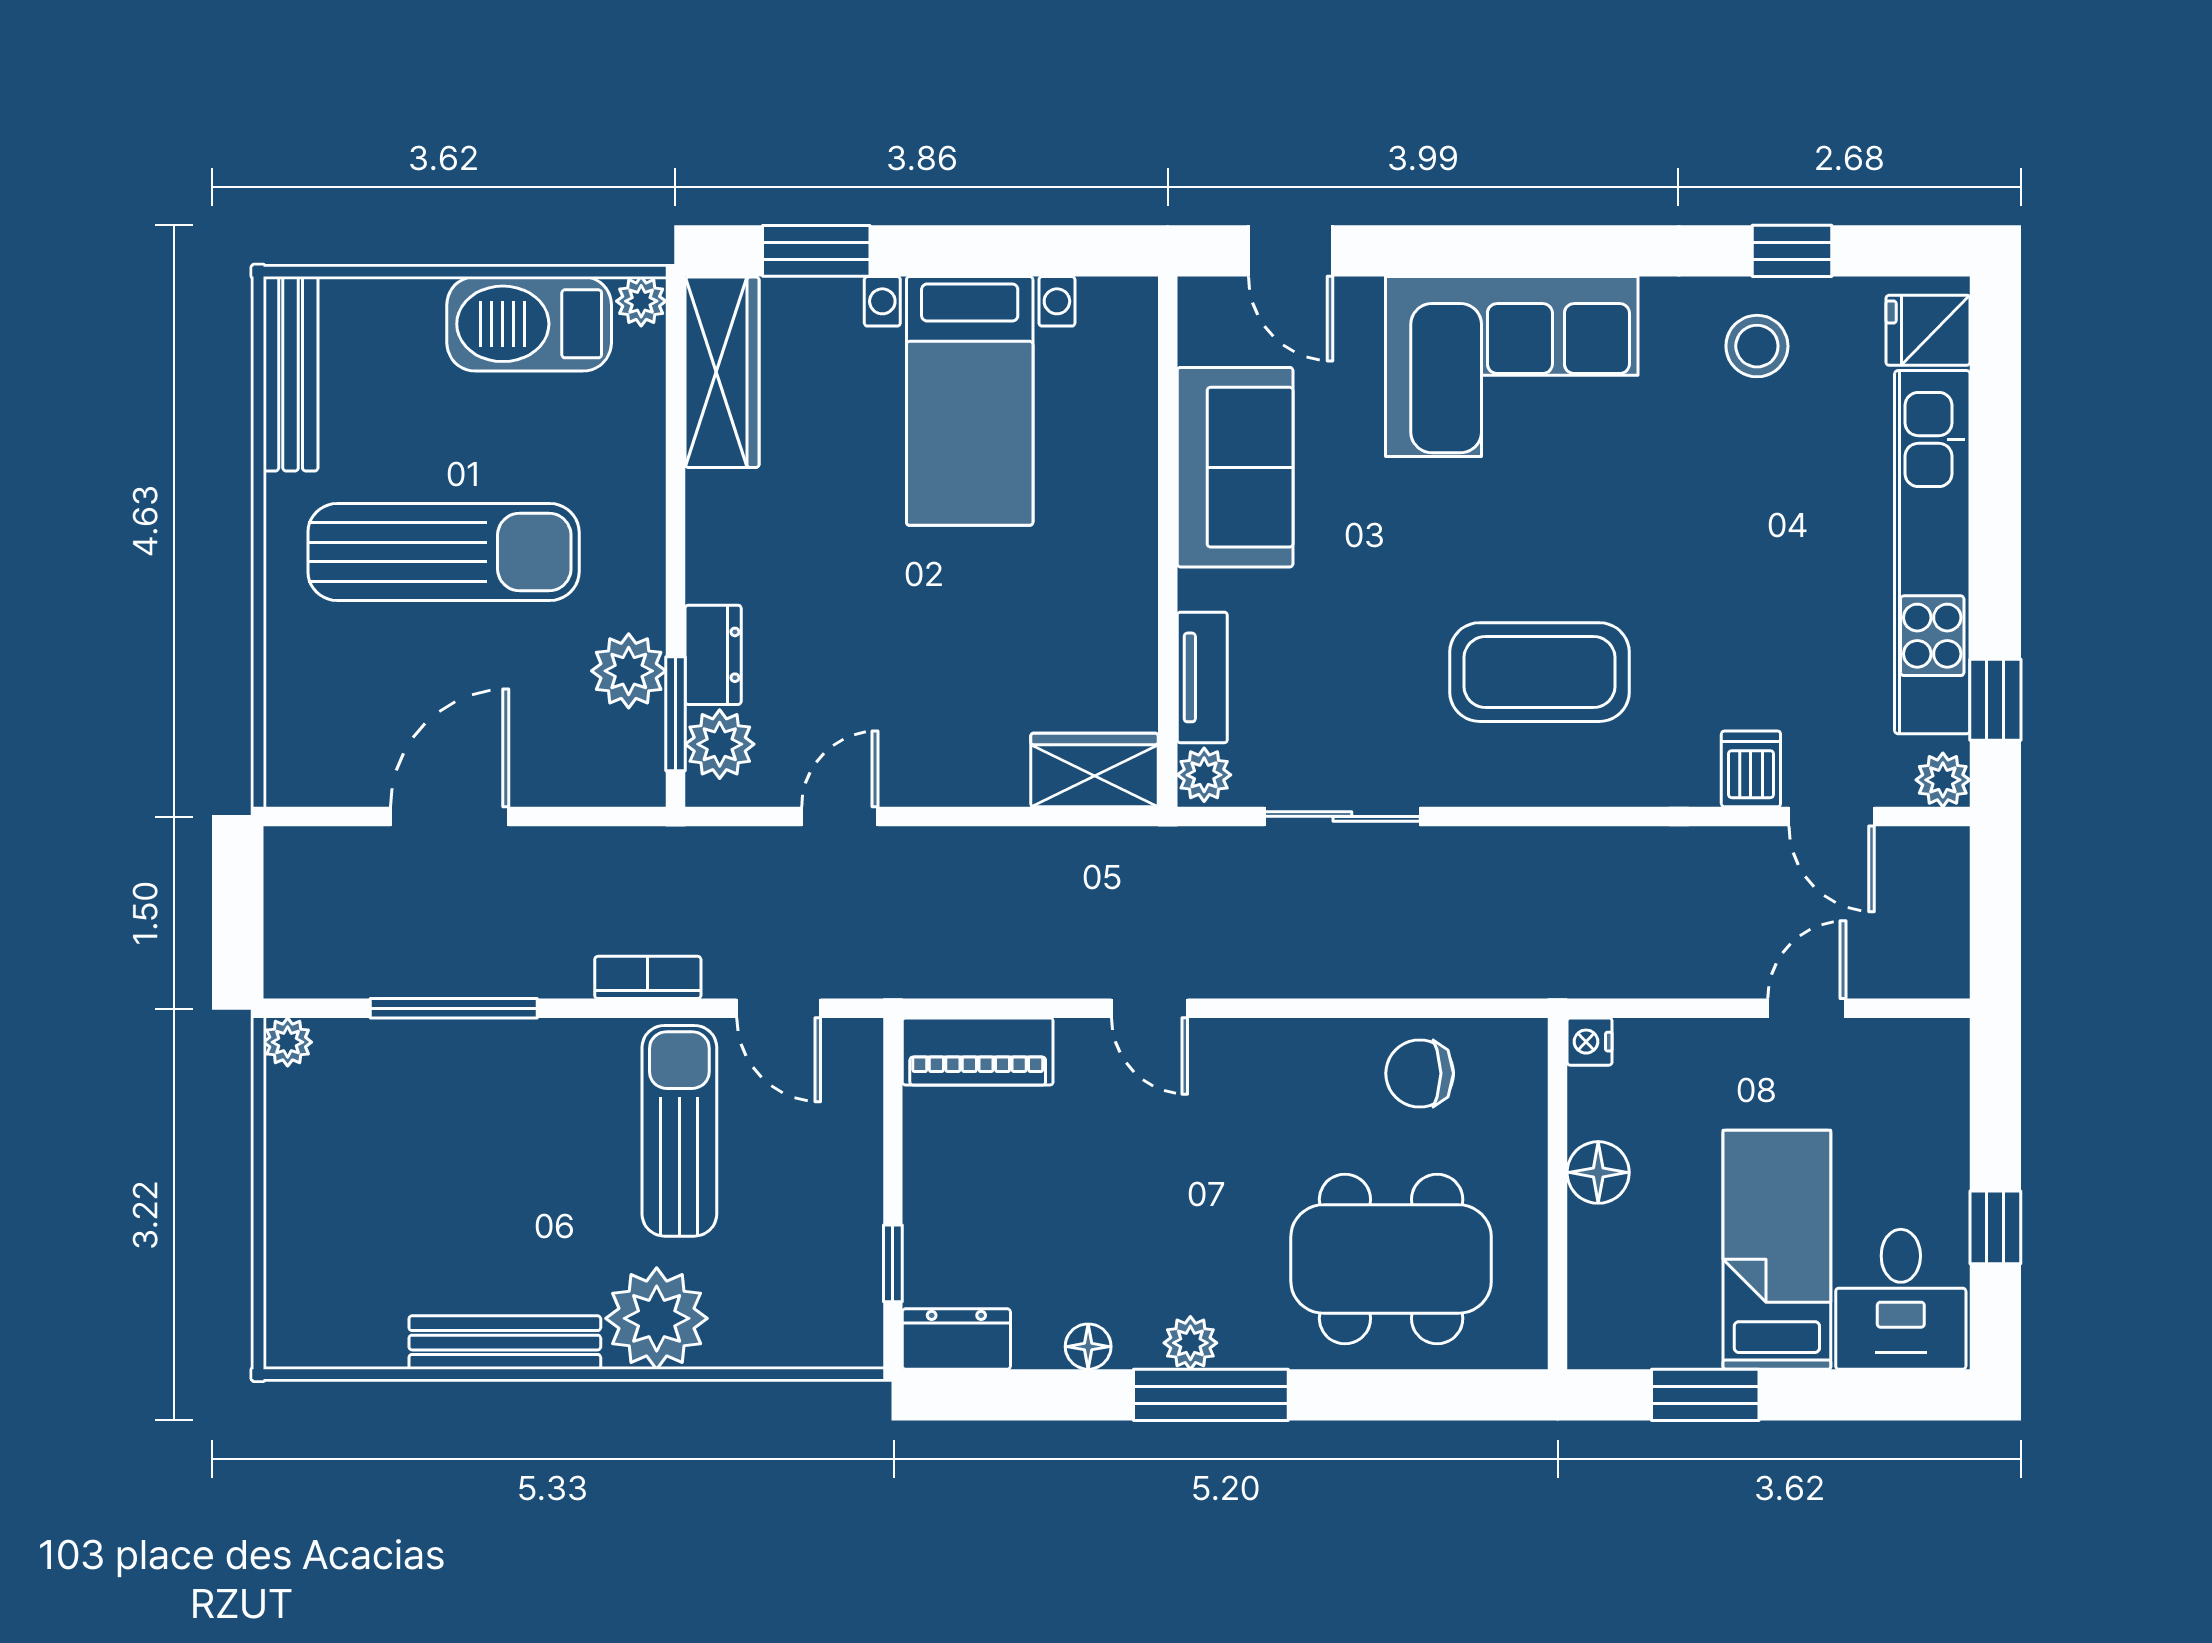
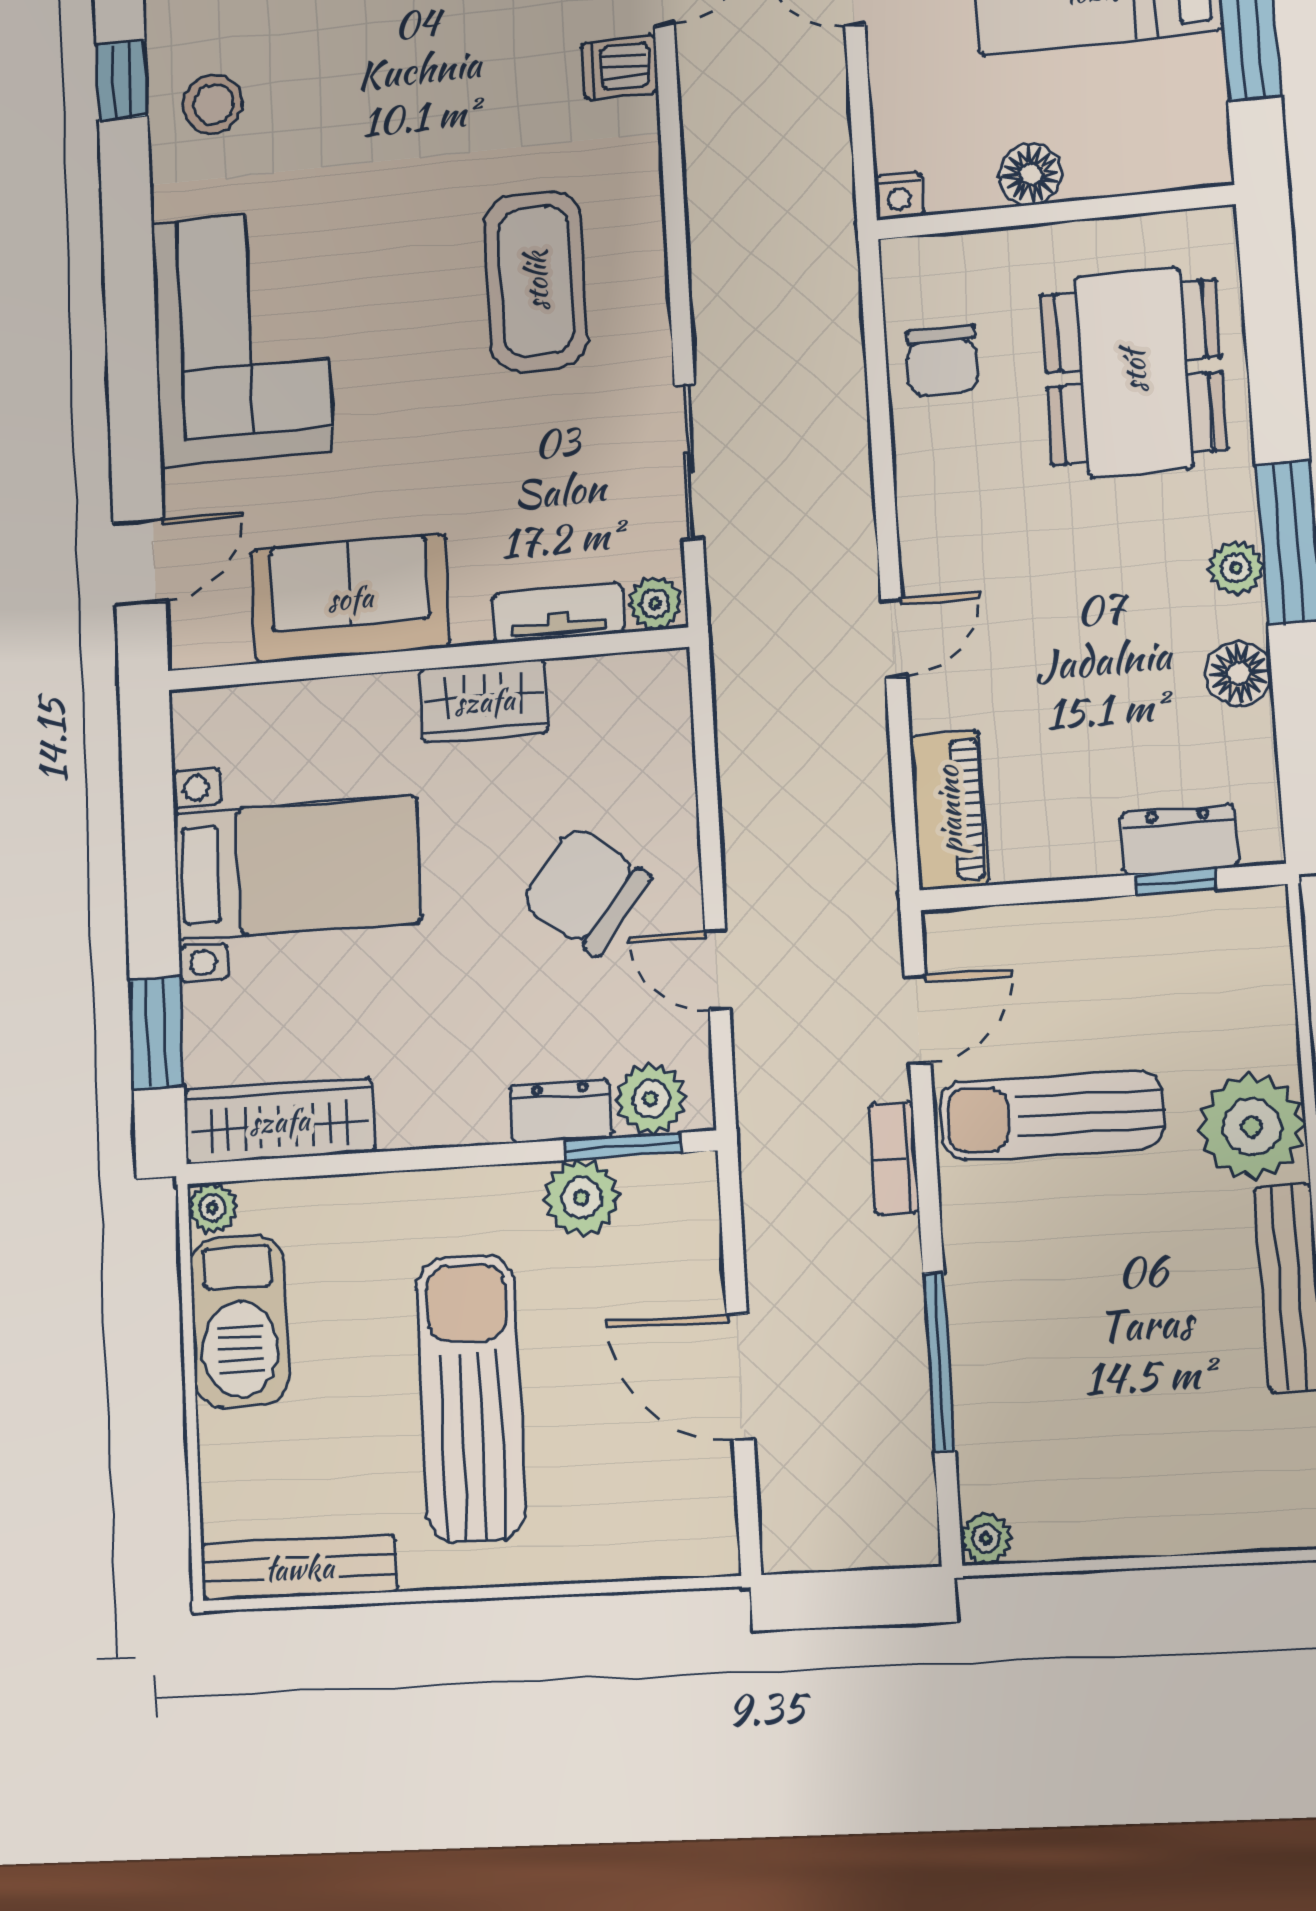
chair: (926, 691) -> (585, 890), added
wardrobe: (1094, 770) -> (484, 701), moved, turned -90
dresser: (956, 1339) -> (1179, 840), moved, turned 90
floor lamp: (1088, 1347) -> (1239, 673), width x1.37, depth x1.37

